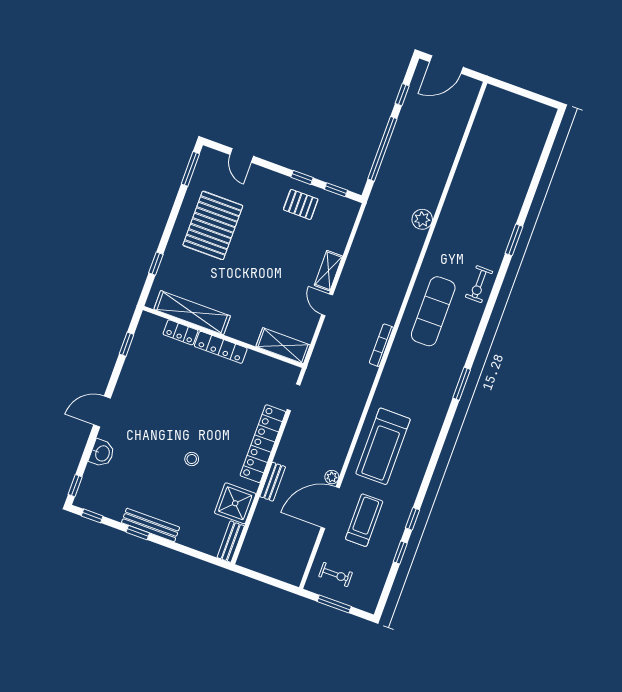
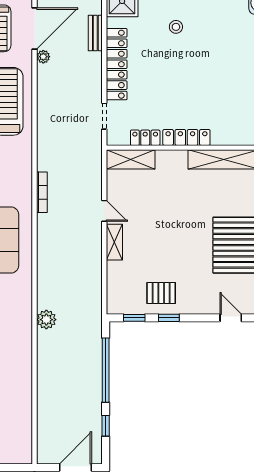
locker: (181, 332) -> (145, 138), moved

